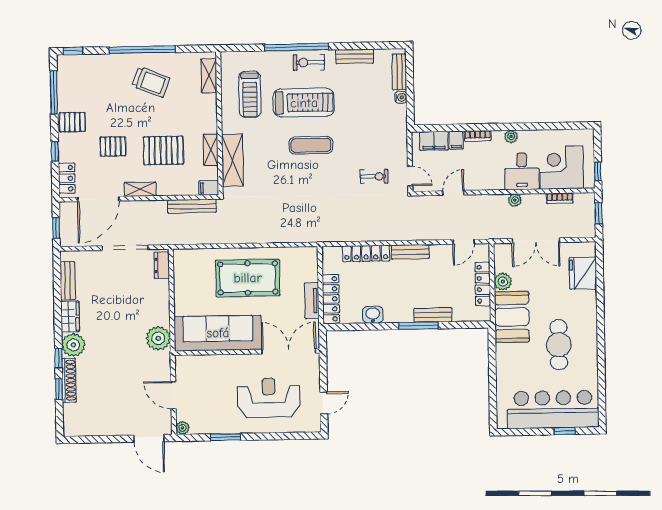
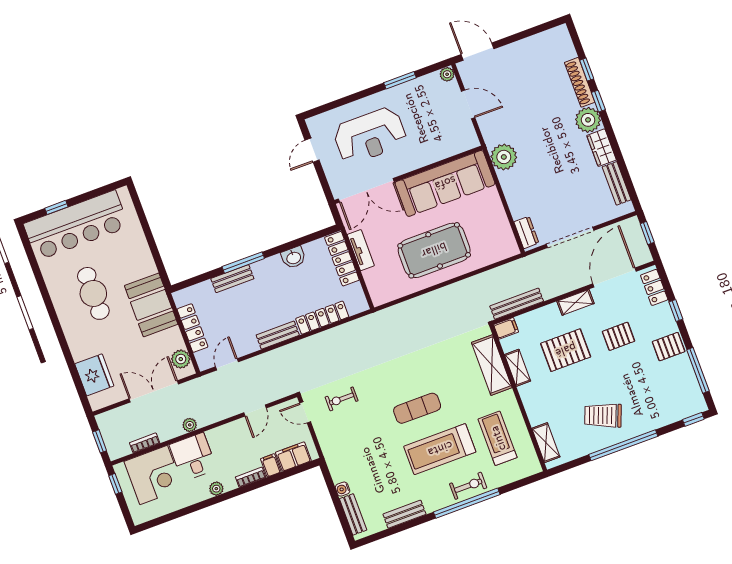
exercise bike: (309, 62) -> (468, 486), moved
plant: (503, 282) -> (181, 359), moved

